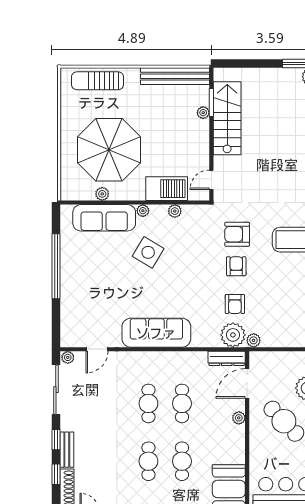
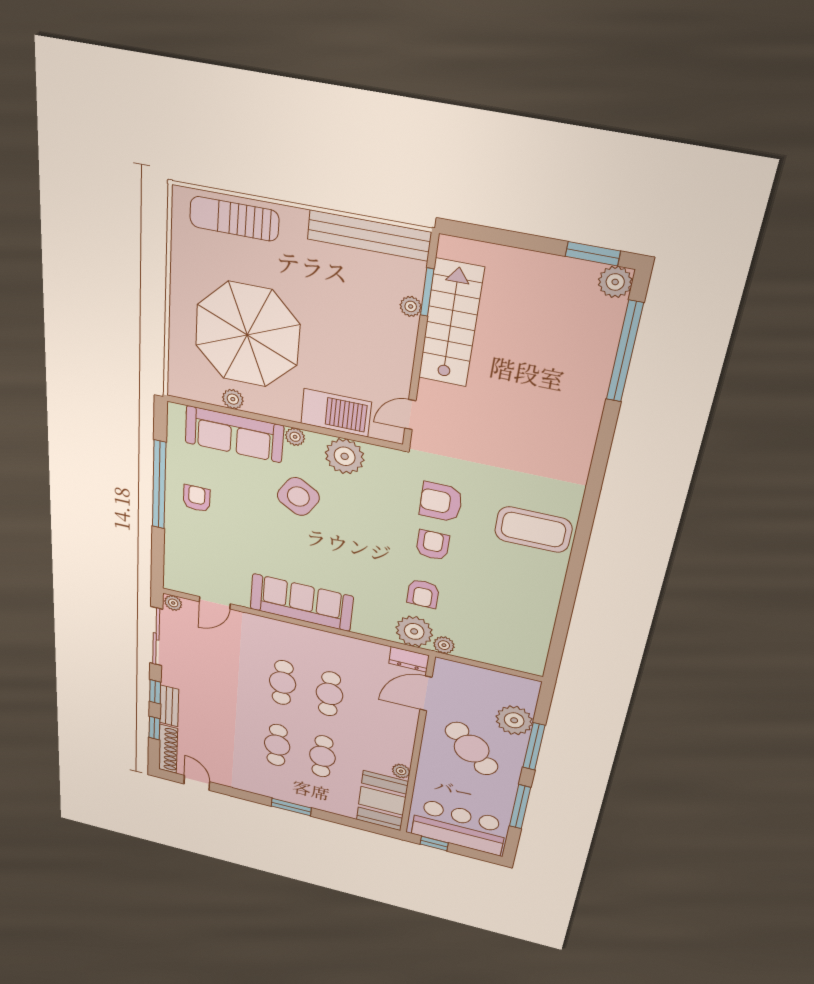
plant: (175, 211) -> (345, 456), width x1.88, depth x1.88
armchair: (82, 270) -> (197, 498), added
dresser: (227, 358) -> (409, 659), width x0.70
plant: (239, 418) -> (401, 771), moved

